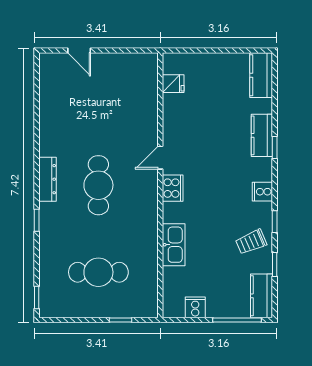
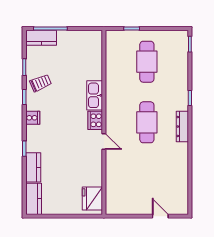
fridge: (173, 84) -> (92, 199), width x1.88, depth x1.34
kitchen counter: (262, 135) -> (33, 167), moved
door: (160, 158) -> (104, 142), hinge flipped
kitchen sink: (174, 245) -> (95, 95), moved
cafe table: (98, 272) -> (147, 62), turned 90
kitchen counter: (261, 296) -> (41, 38), moved, turned 90
cooker: (195, 307) -> (80, 37), removed

